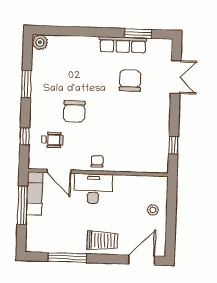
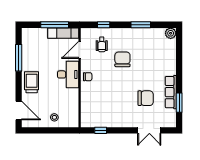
chair: (74, 111) -> (122, 59), turned 90
trolley: (102, 241) -> (32, 82), turned 180

